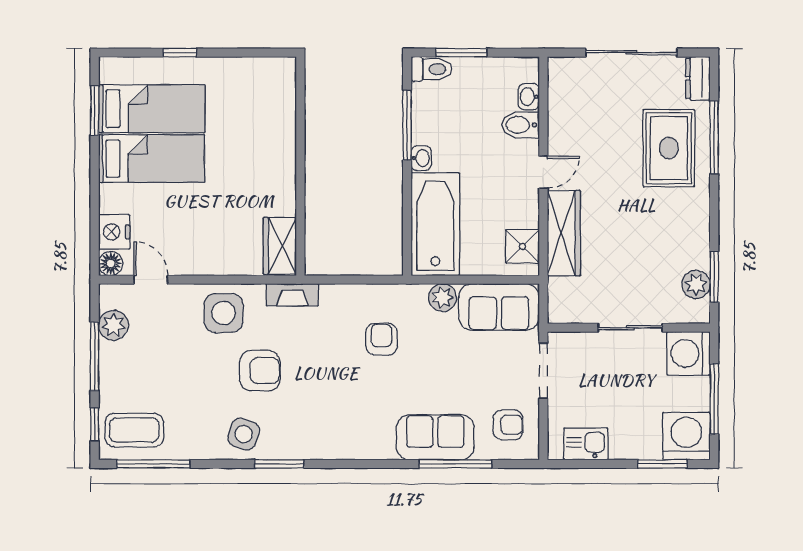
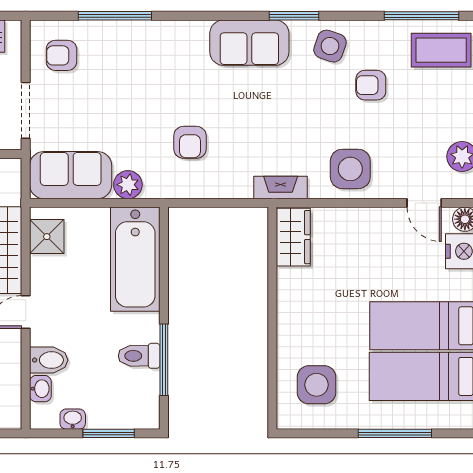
window: (180, 53) -> (395, 433), width x2.17
toilet: (432, 69) -> (139, 356), moved
side table: (257, 101) -> (317, 385), added
washbasin: (421, 158) -> (73, 419), moved, turned 90
armchair: (260, 371) -> (371, 85), moved, width x0.72, depth x0.72
sofa: (435, 437) -> (249, 43), moved

